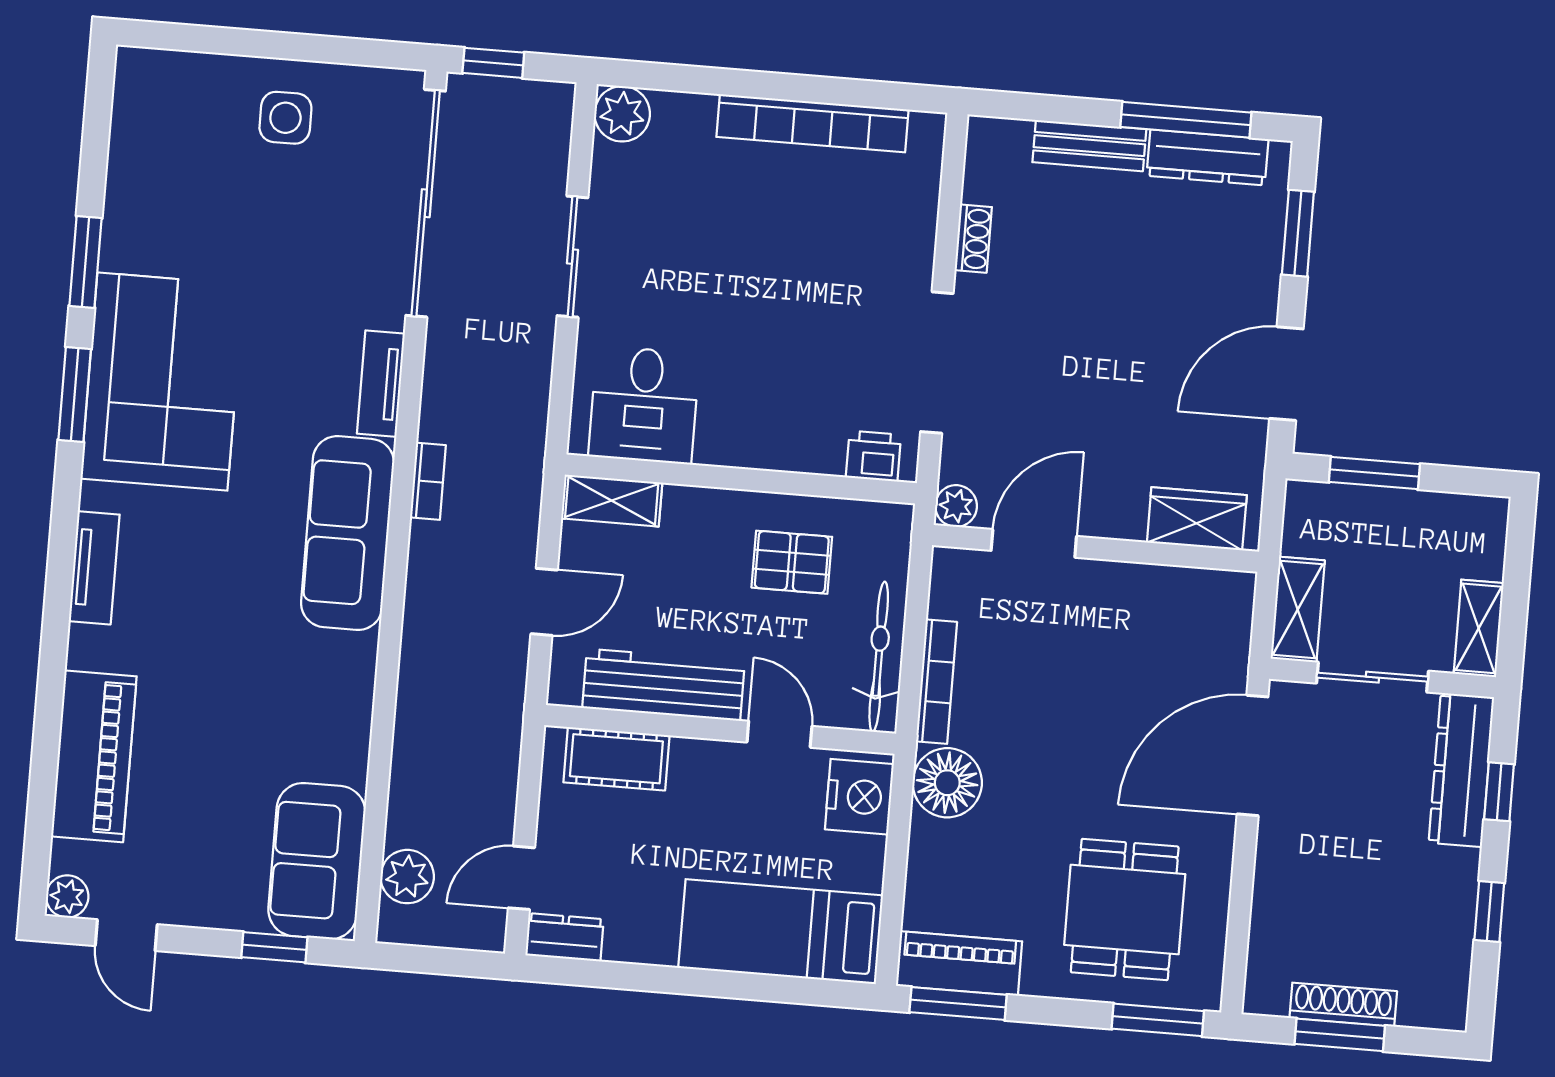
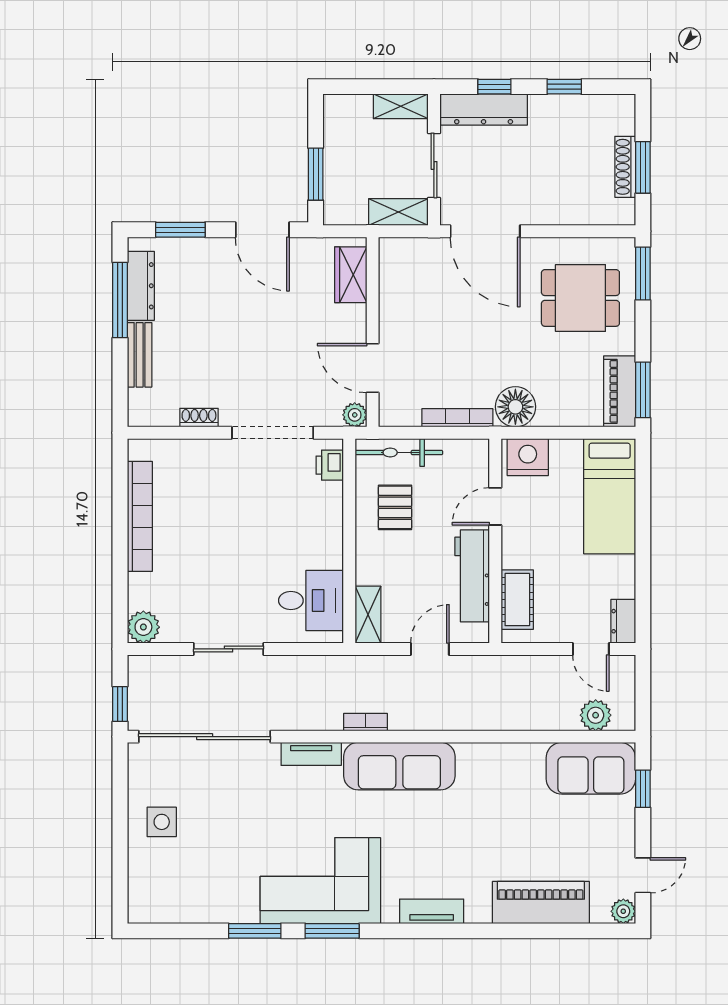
door: (544, 602) -> (430, 649), hinge flipped
bicycle: (879, 657) -> (399, 453), moved

